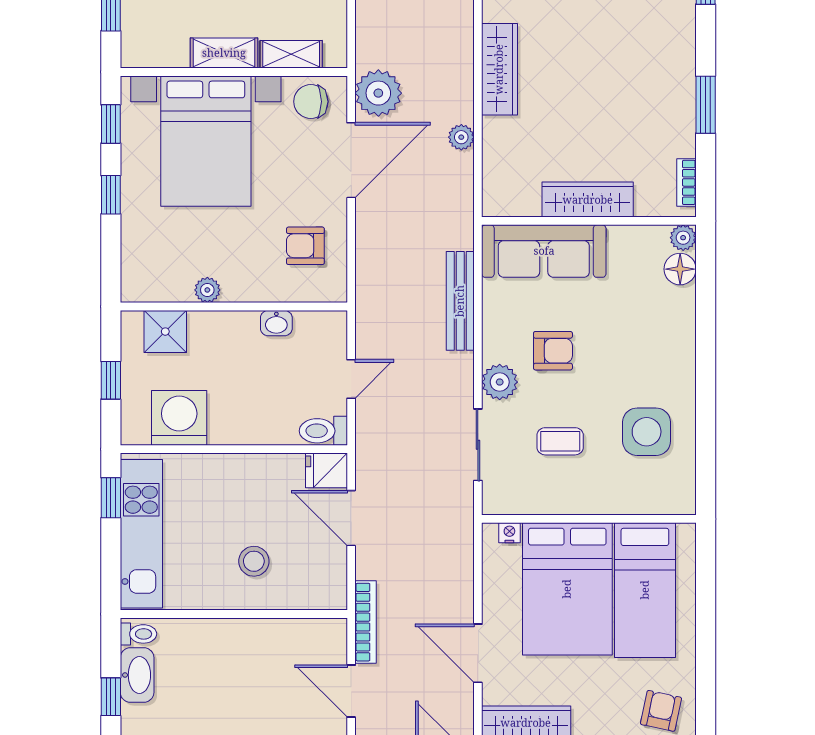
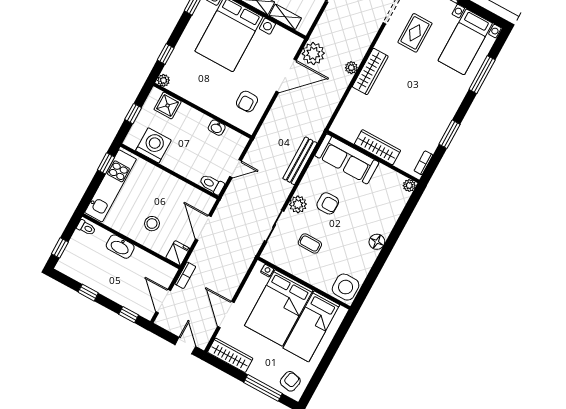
chair: (311, 102) -> (283, 41), removed
plant: (461, 137) -> (351, 68), moved
window: (111, 195) -> (166, 54), moved
armchair: (305, 246) -> (247, 101), turned -90
floor lamp: (680, 269) -> (377, 242), moved
plant: (207, 290) -> (164, 80), moved
side table: (647, 432) -> (346, 287), moved
fridge: (327, 470) -> (178, 253), moved, turned 90
bookcase: (366, 622) -> (185, 275), width x0.64
washbasin: (137, 675) -> (120, 247), moved, turned 90

